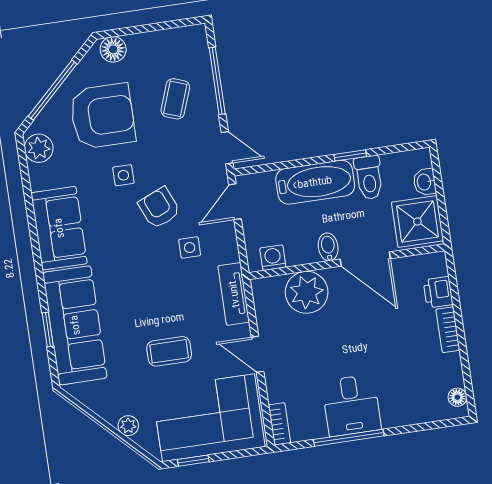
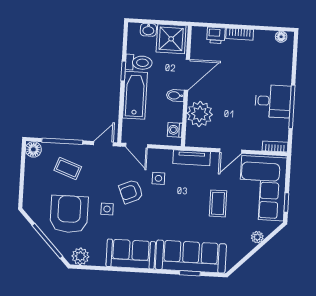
floor lamp: (113, 49) -> (33, 149), moved

